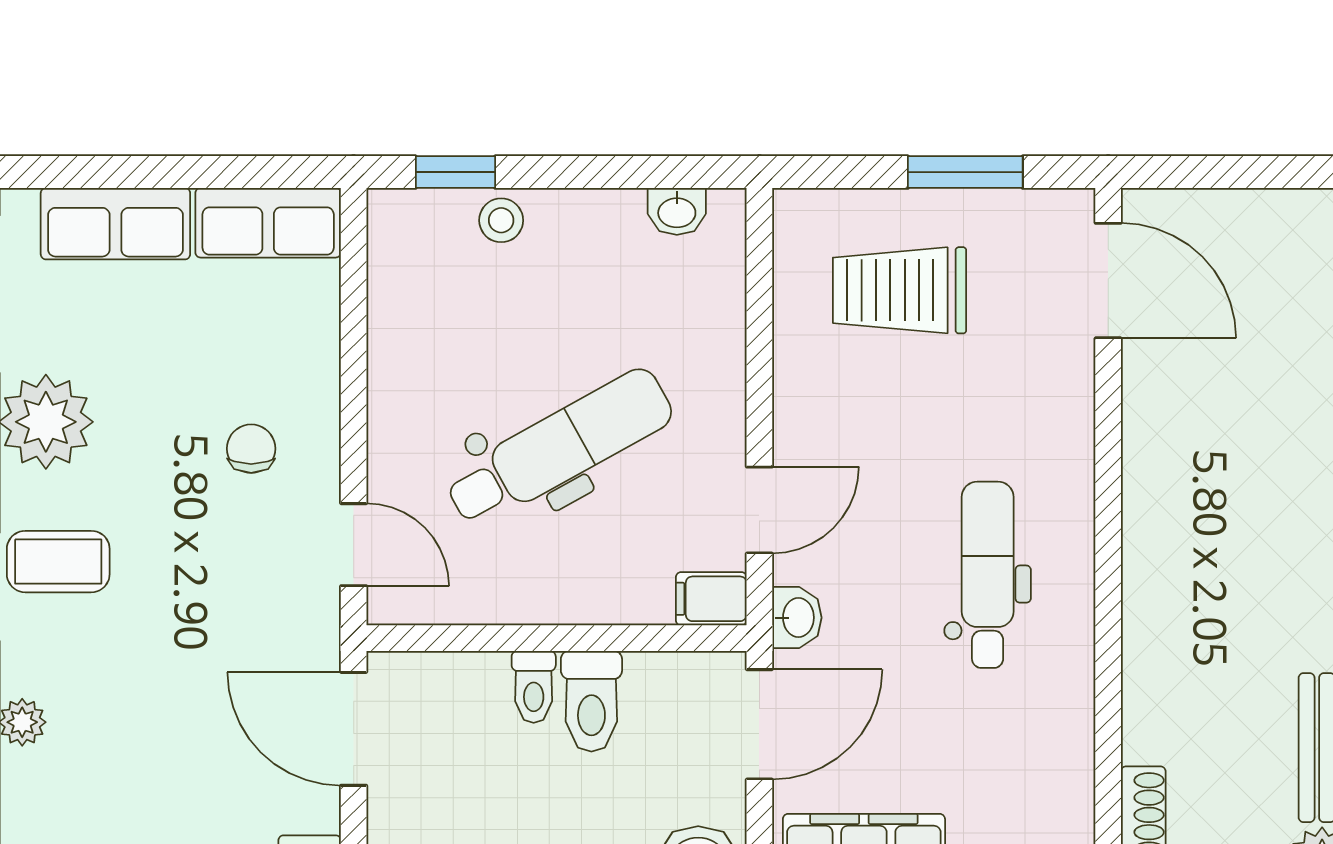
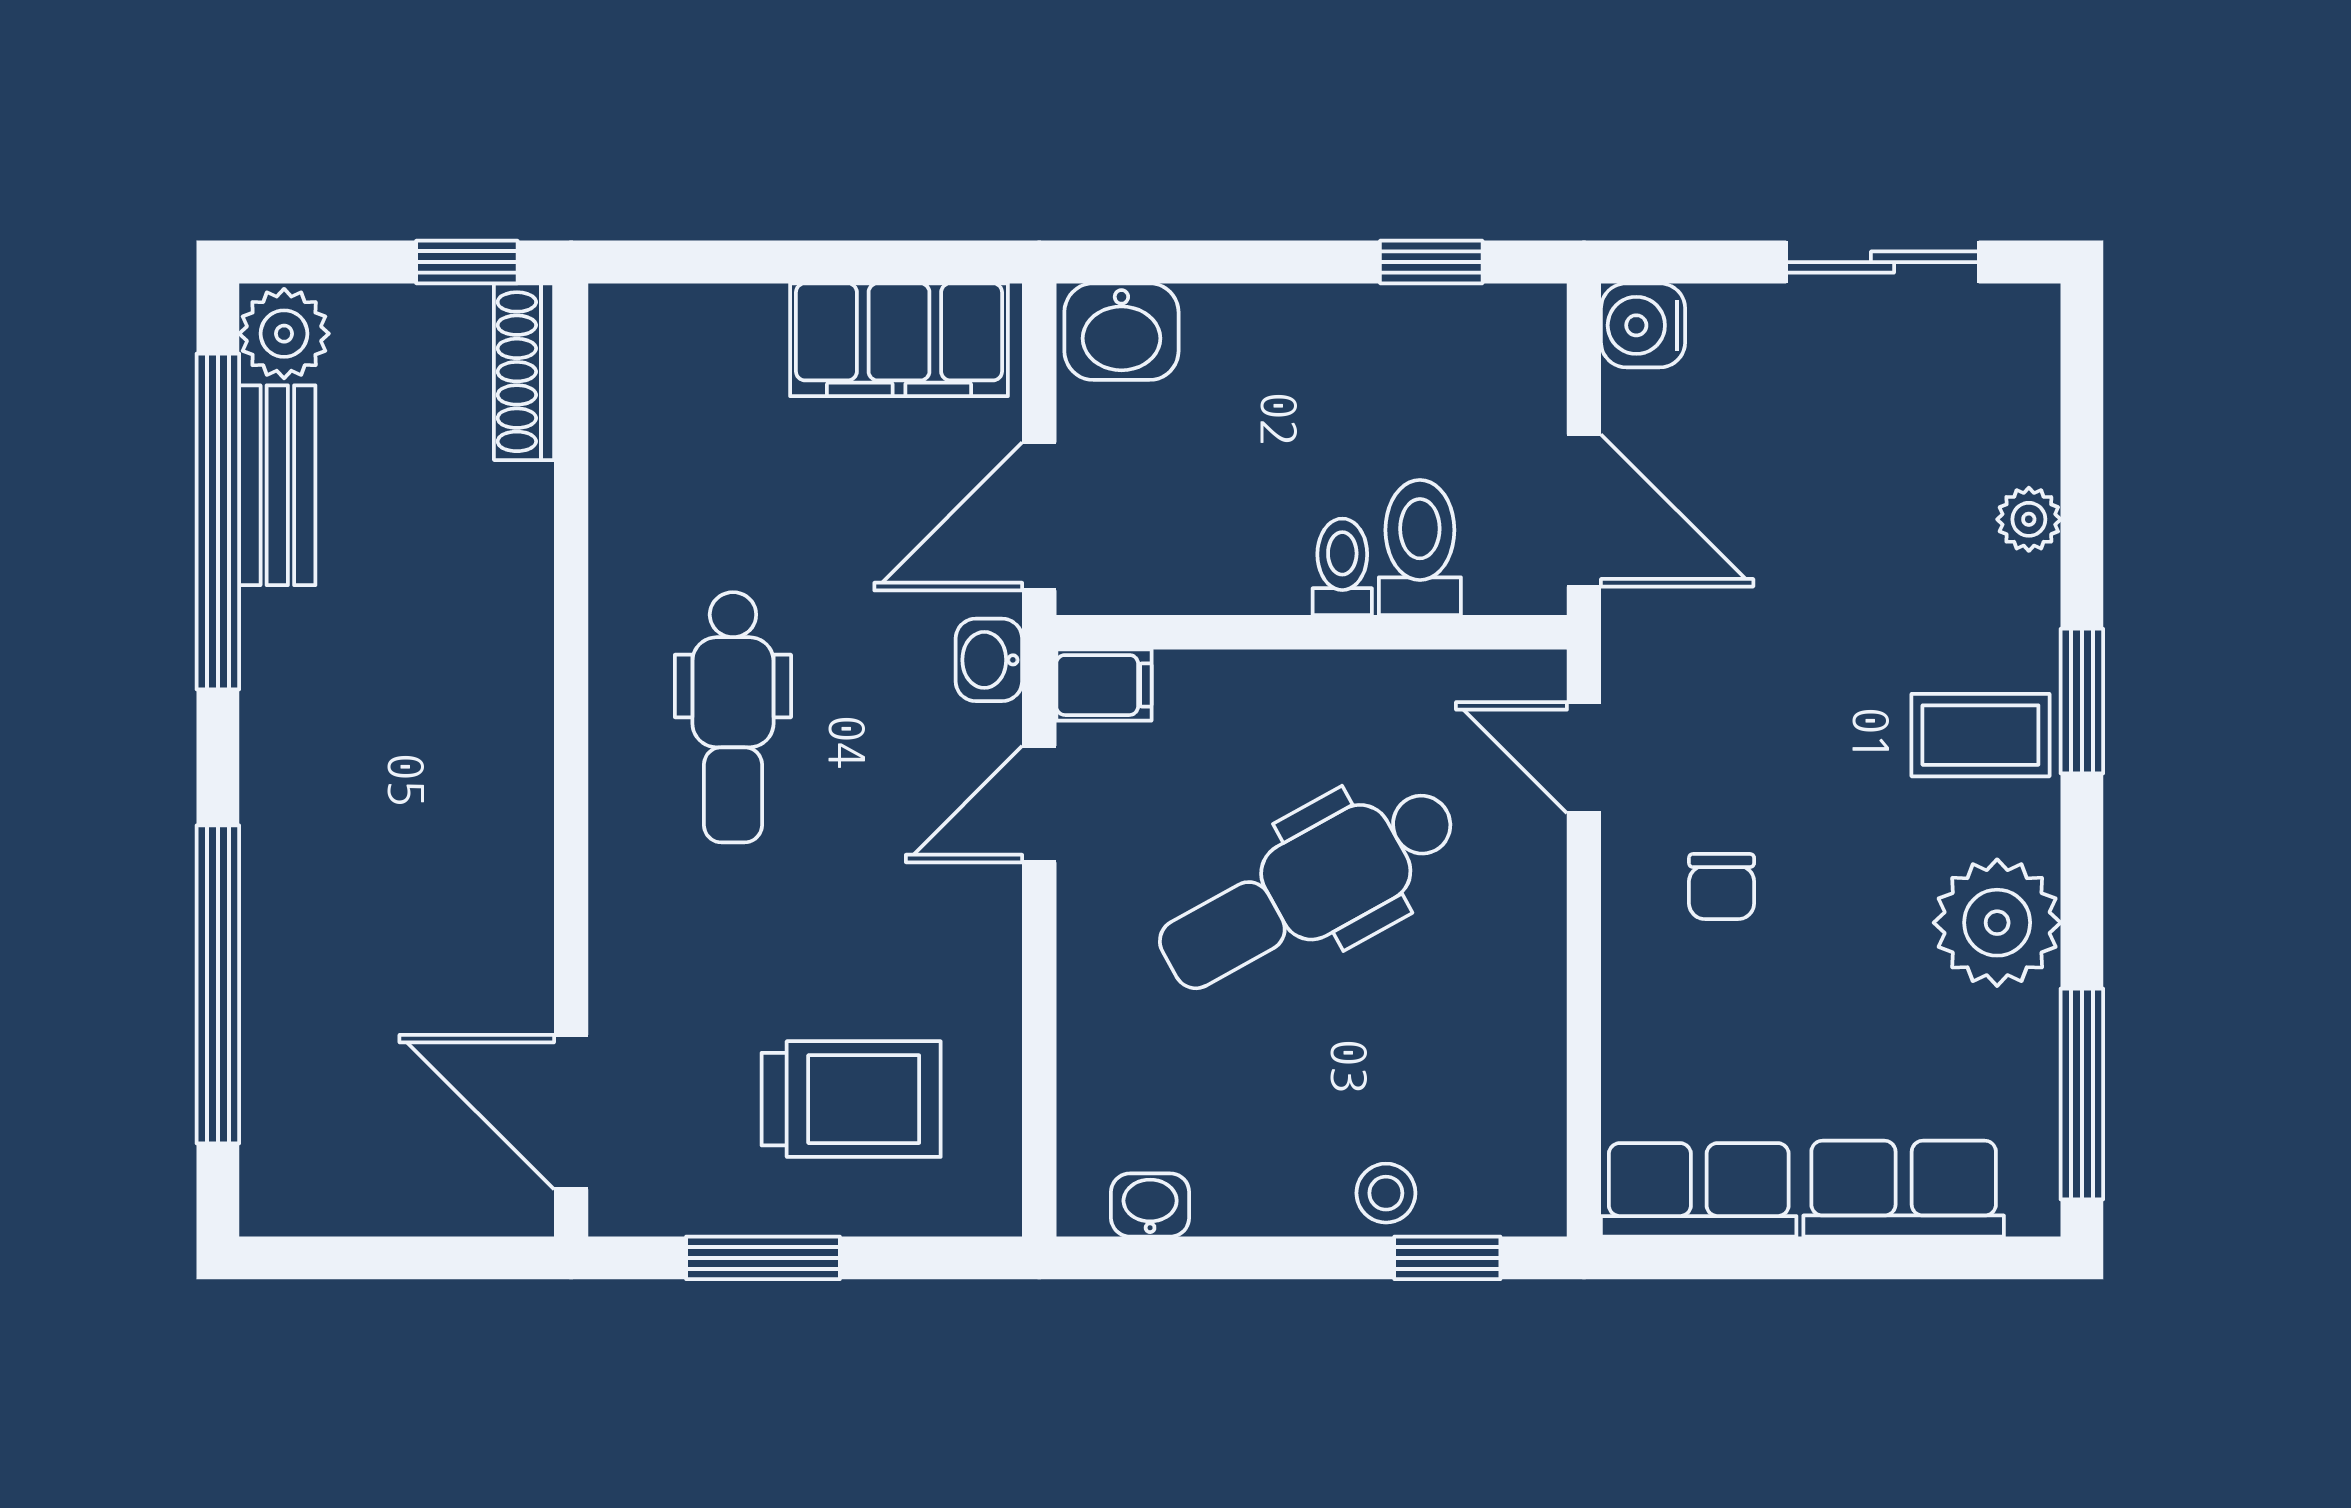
toilet: (591, 701) -> (1420, 548), moved

